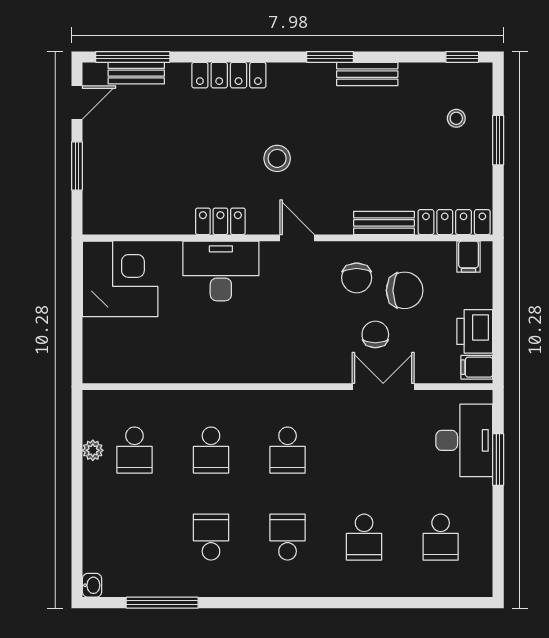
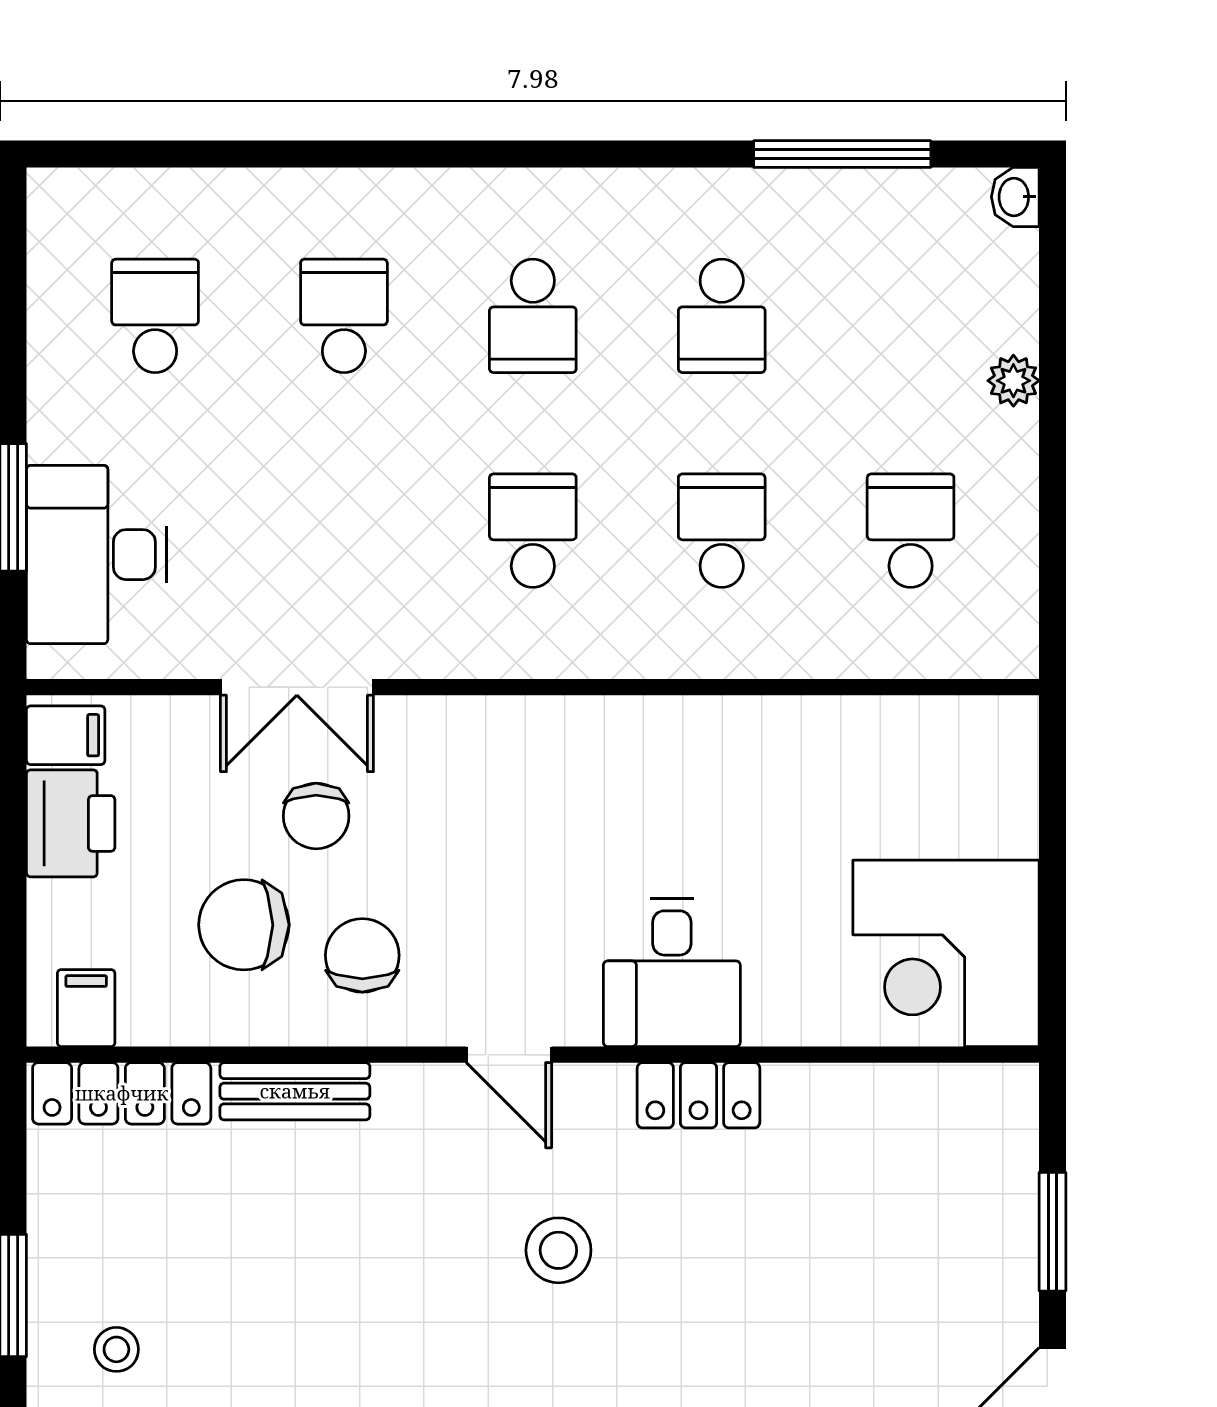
desk: (221, 271) -> (672, 973), width x0.73
plant: (93, 450) -> (1013, 381), moved

